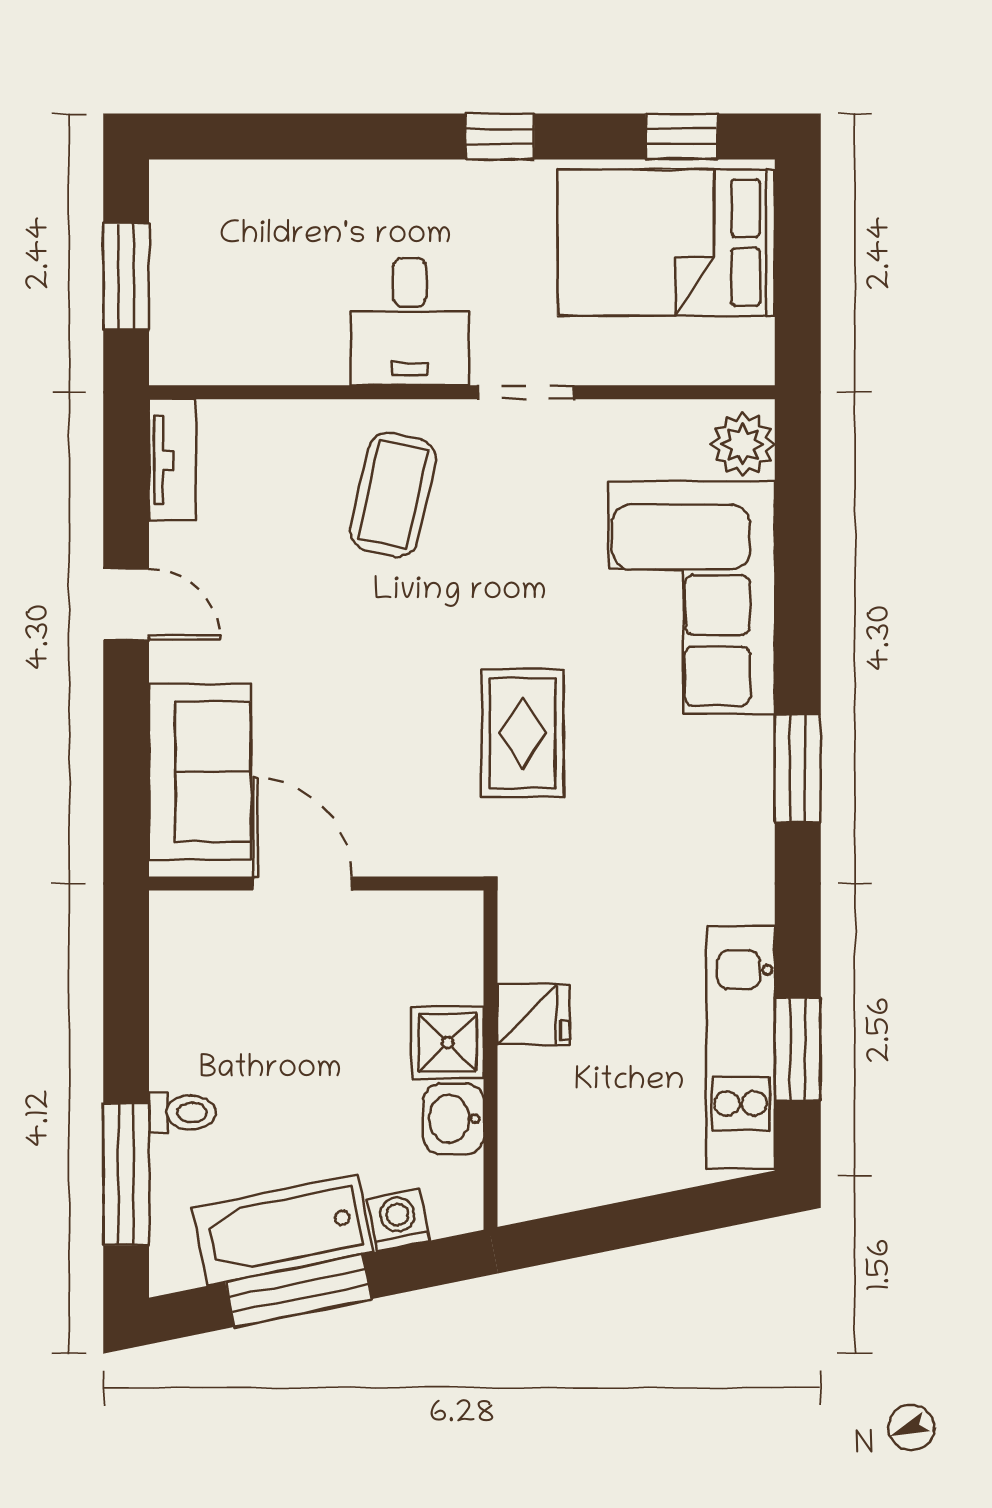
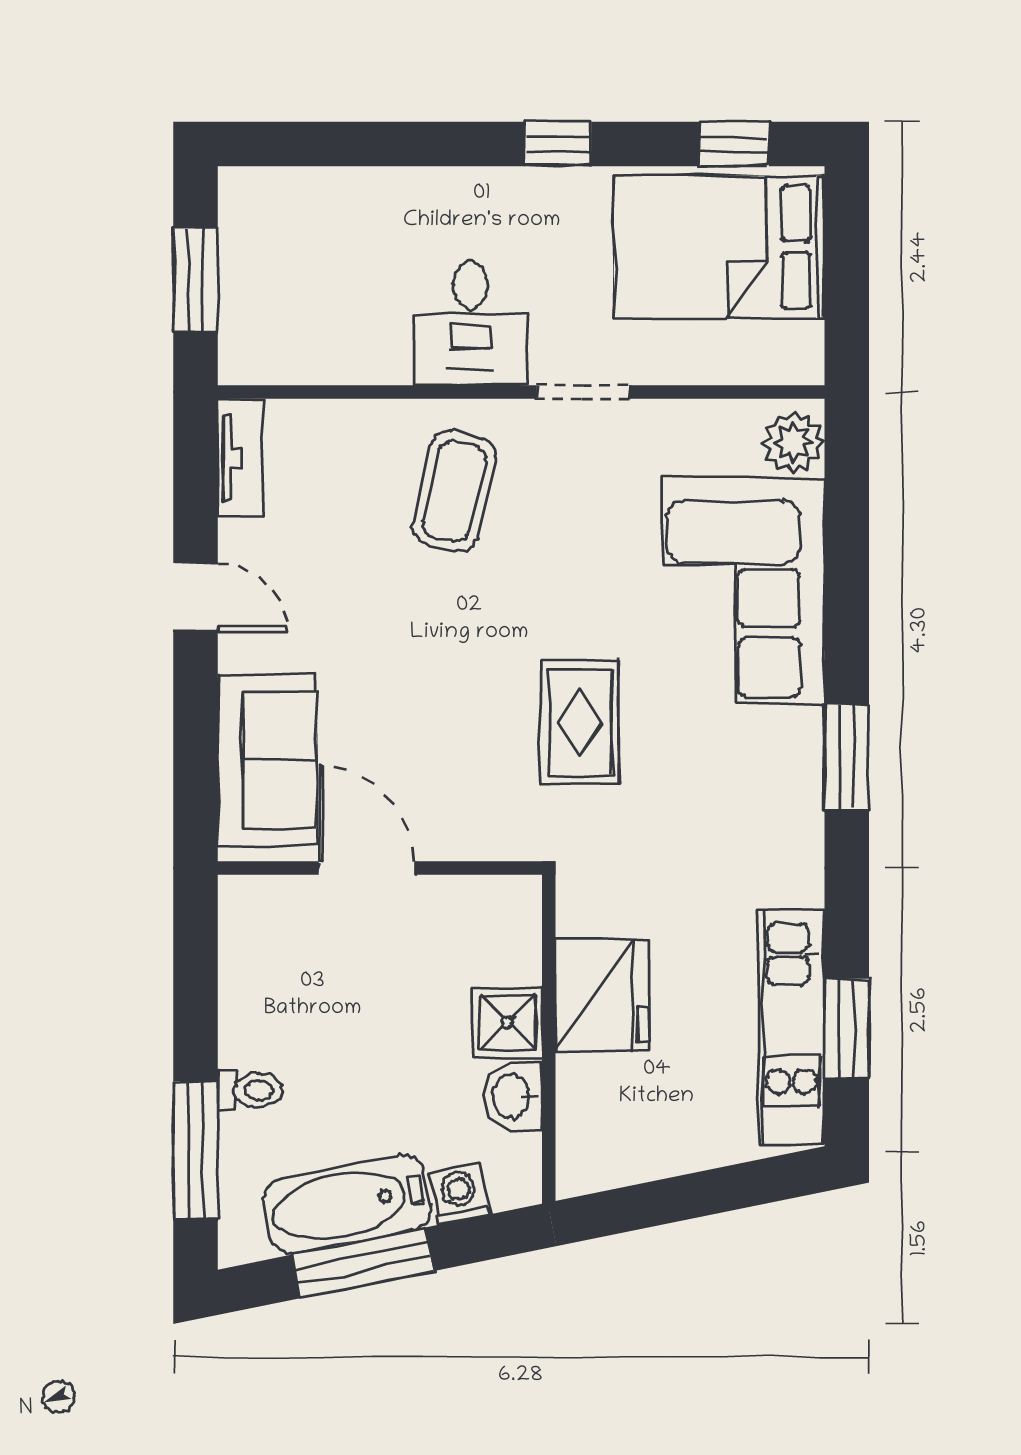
fridge: (533, 1014) -> (602, 995), width x1.88, depth x1.34

